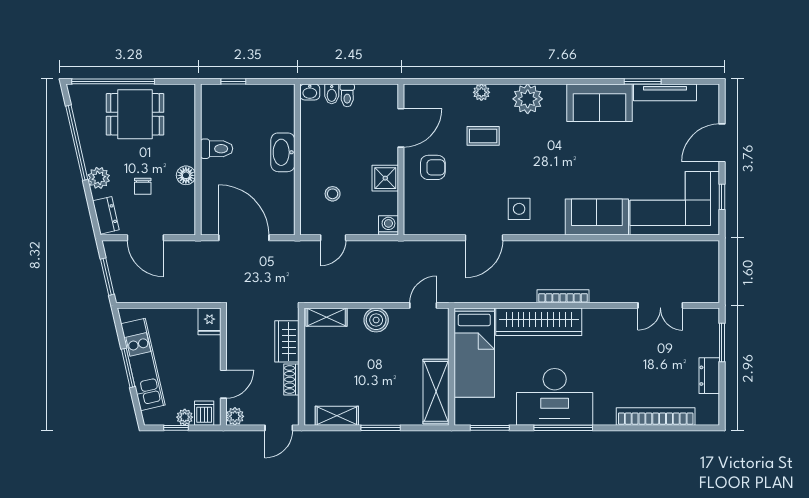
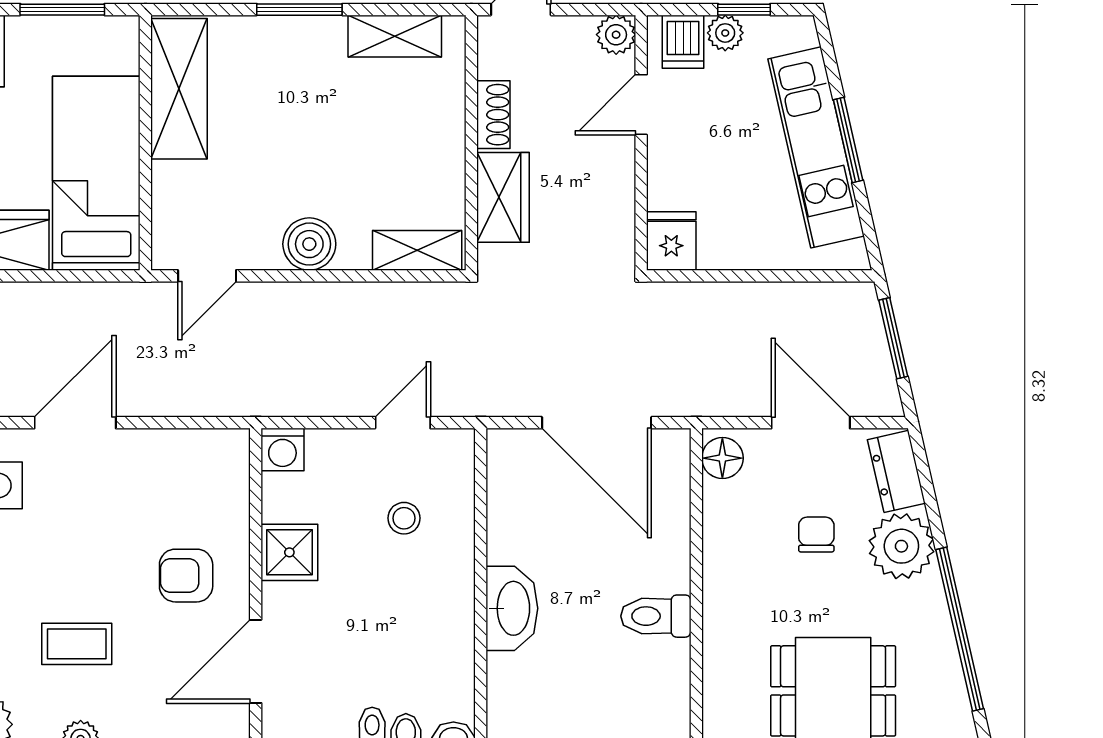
floor lamp: (186, 175) -> (722, 458), moved
plant: (99, 178) -> (901, 546), width x1.36, depth x1.36

